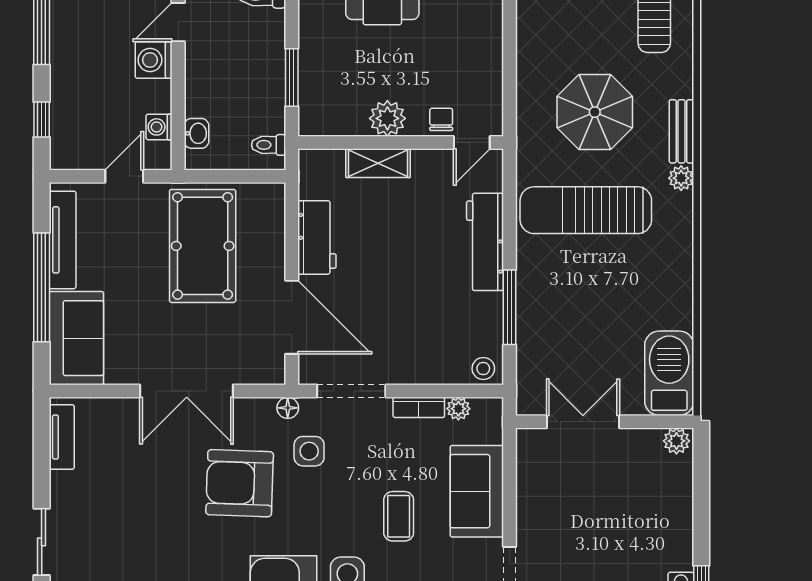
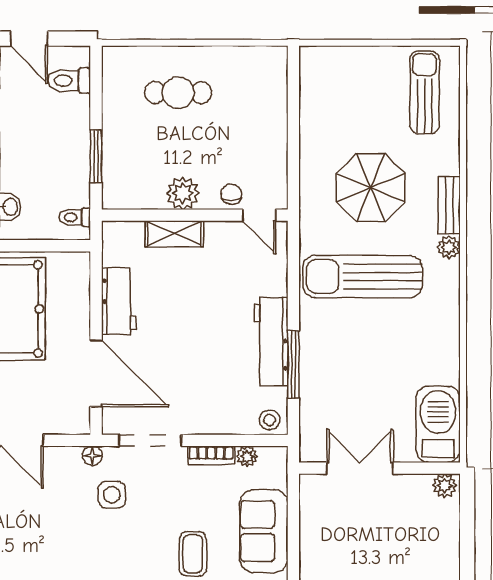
door: (472, 142) -> (259, 215), hinge flipped
workbench: (485, 242) -> (271, 341), moved
armchair: (240, 483) -> (49, 524), removed

